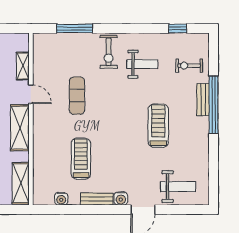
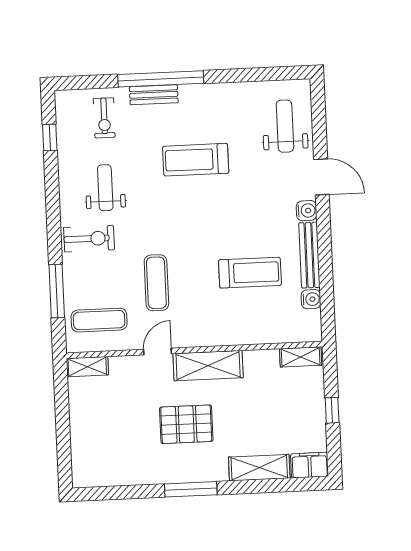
exercise mat: (54, 56) -> (99, 320), added
shelving: (23, 66) -> (87, 367), moved
exercise mat: (77, 96) -> (156, 283), turned 90
treadmill: (81, 159) -> (250, 273), turned 180
shelving: (21, 183) -> (301, 357), width x0.67, depth x0.75
bench: (97, 199) -> (309, 255), width x1.36

